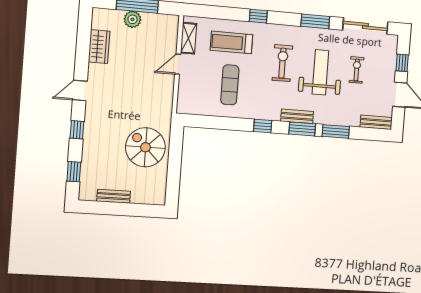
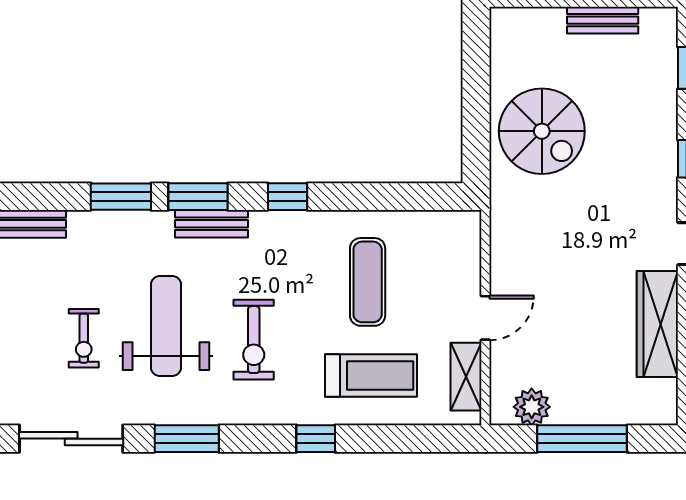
plant: (132, 19) -> (532, 407), moved
wardrobe: (99, 47) -> (657, 324), width x1.50
weight bench: (320, 72) -> (166, 326), turned 180

